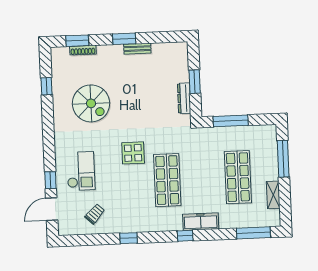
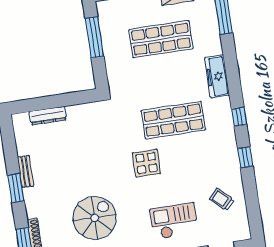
window: (195, 82) -> (56, 101), removed
dresser: (184, 98) -> (48, 116), moved
window: (231, 121) -> (94, 37), moved
window: (185, 236) -> (239, 117), moved

